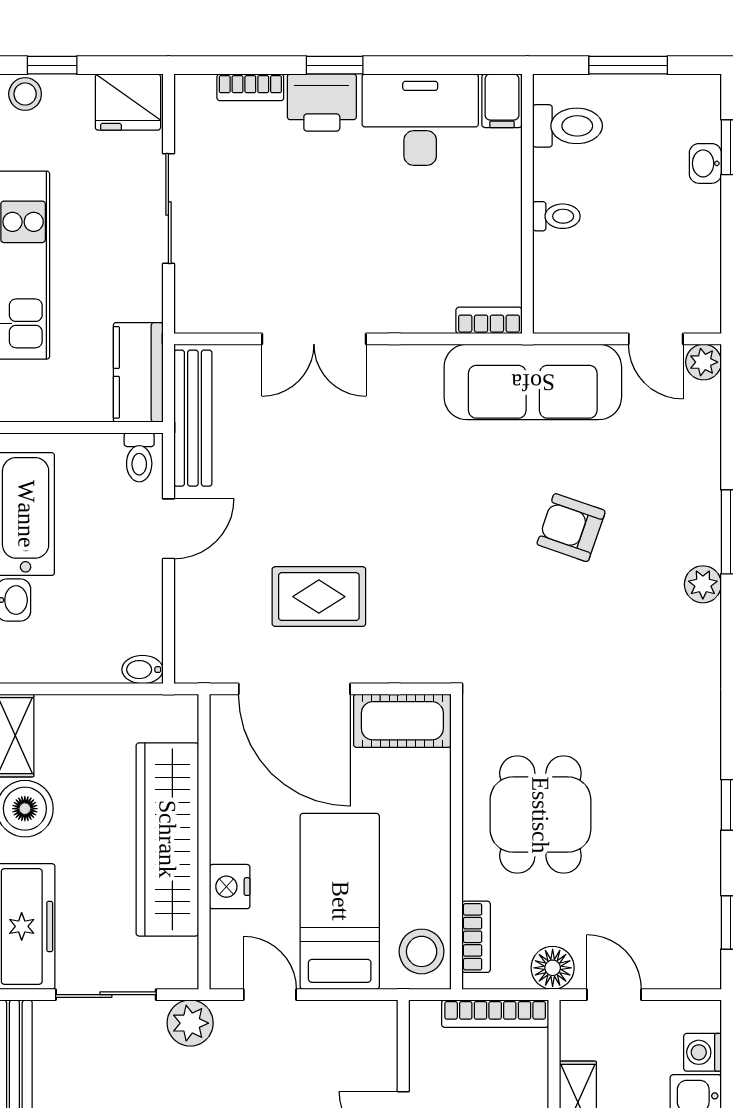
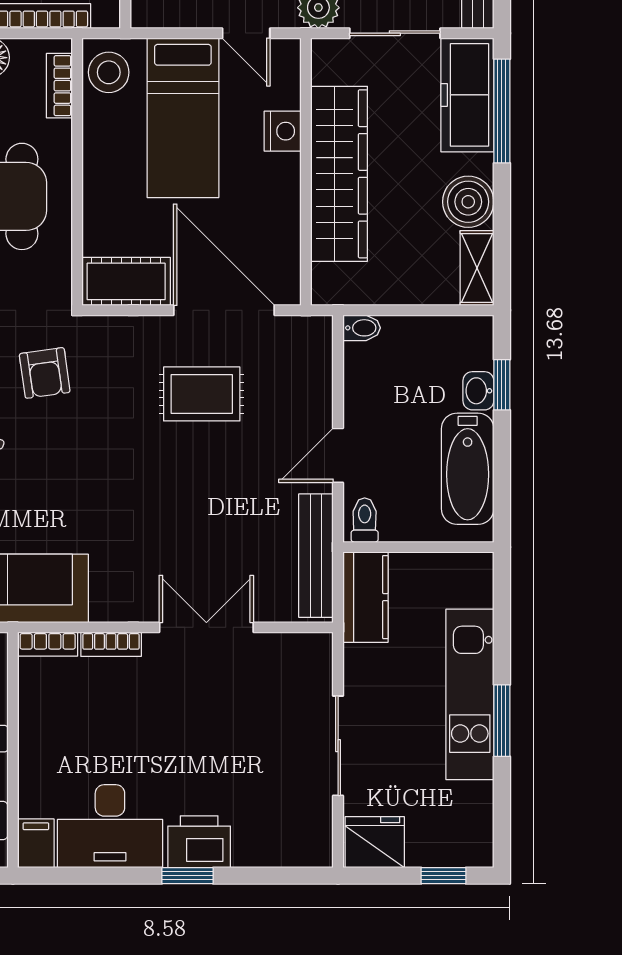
bookcase: (250, 87) -> (111, 644), moved, turned 180
stool: (25, 94) -> (468, 849), removed
armchair: (492, 620) -> (45, 373), added

